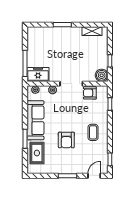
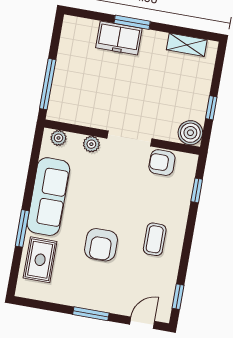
freezer: (38, 74) -> (119, 38), moved, turned 180

